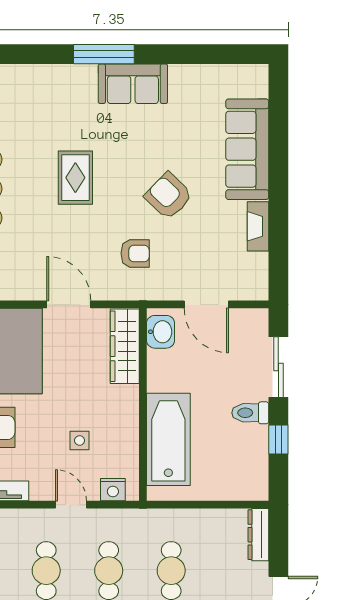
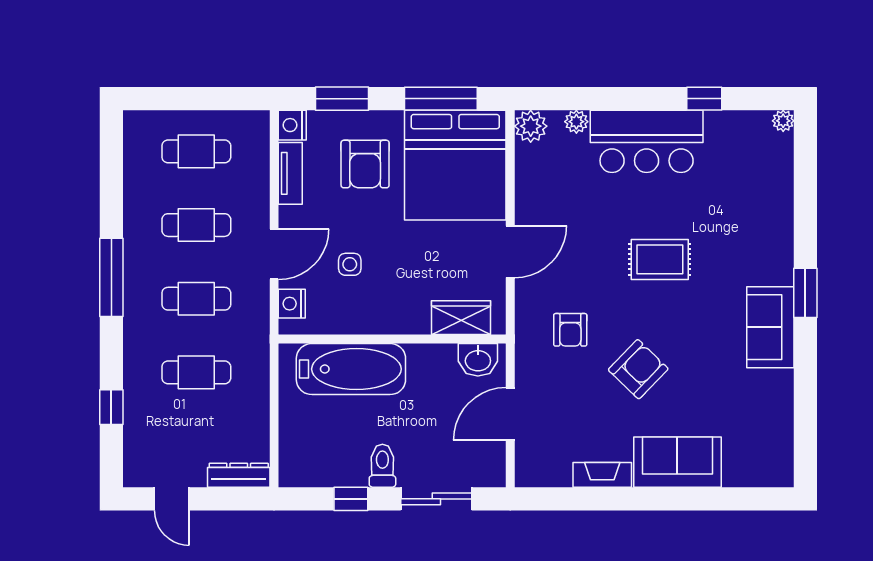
window: (104, 54) -> (805, 293), width x0.69
sofa: (247, 149) -> (677, 462), width x0.73
wardrobe: (125, 346) -> (461, 318), width x0.67
door: (71, 505) -> (274, 254), width x1.38

